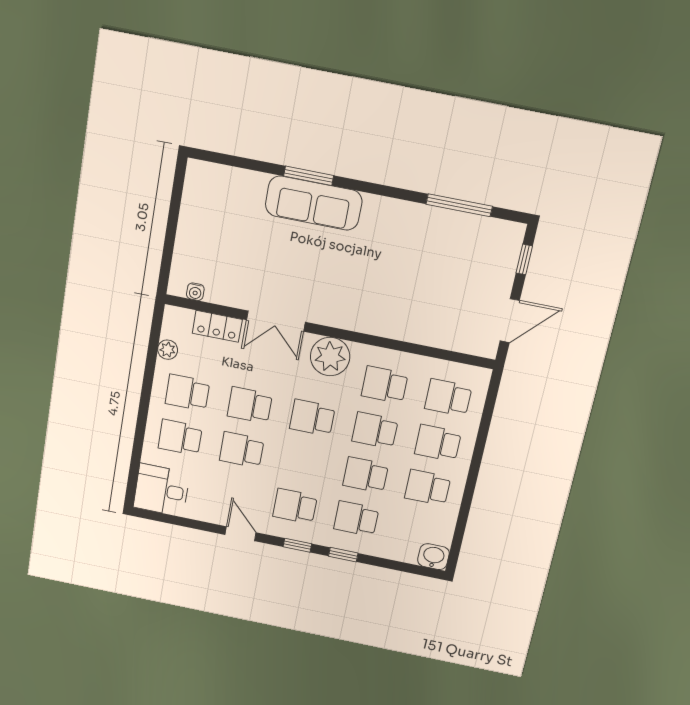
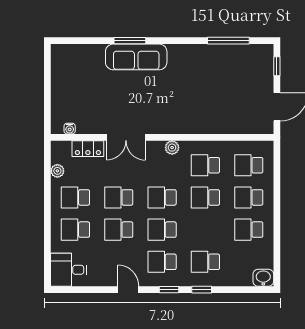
plant: (330, 357) -> (172, 148), width x0.53, depth x0.53
school desk: (365, 475) -> (162, 230), moved

